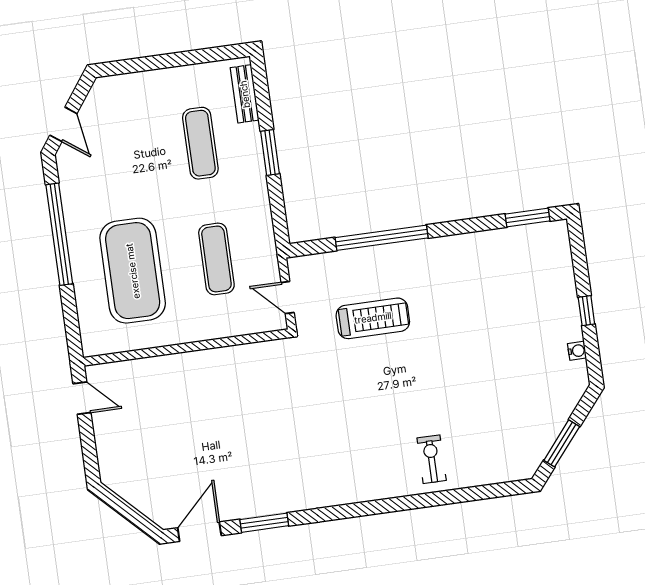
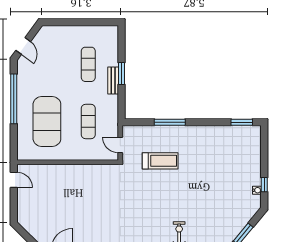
bench: (245, 94) -> (113, 81), moved
window: (382, 238) -> (170, 122), width x0.68
window: (586, 311) -> (264, 185), moved

